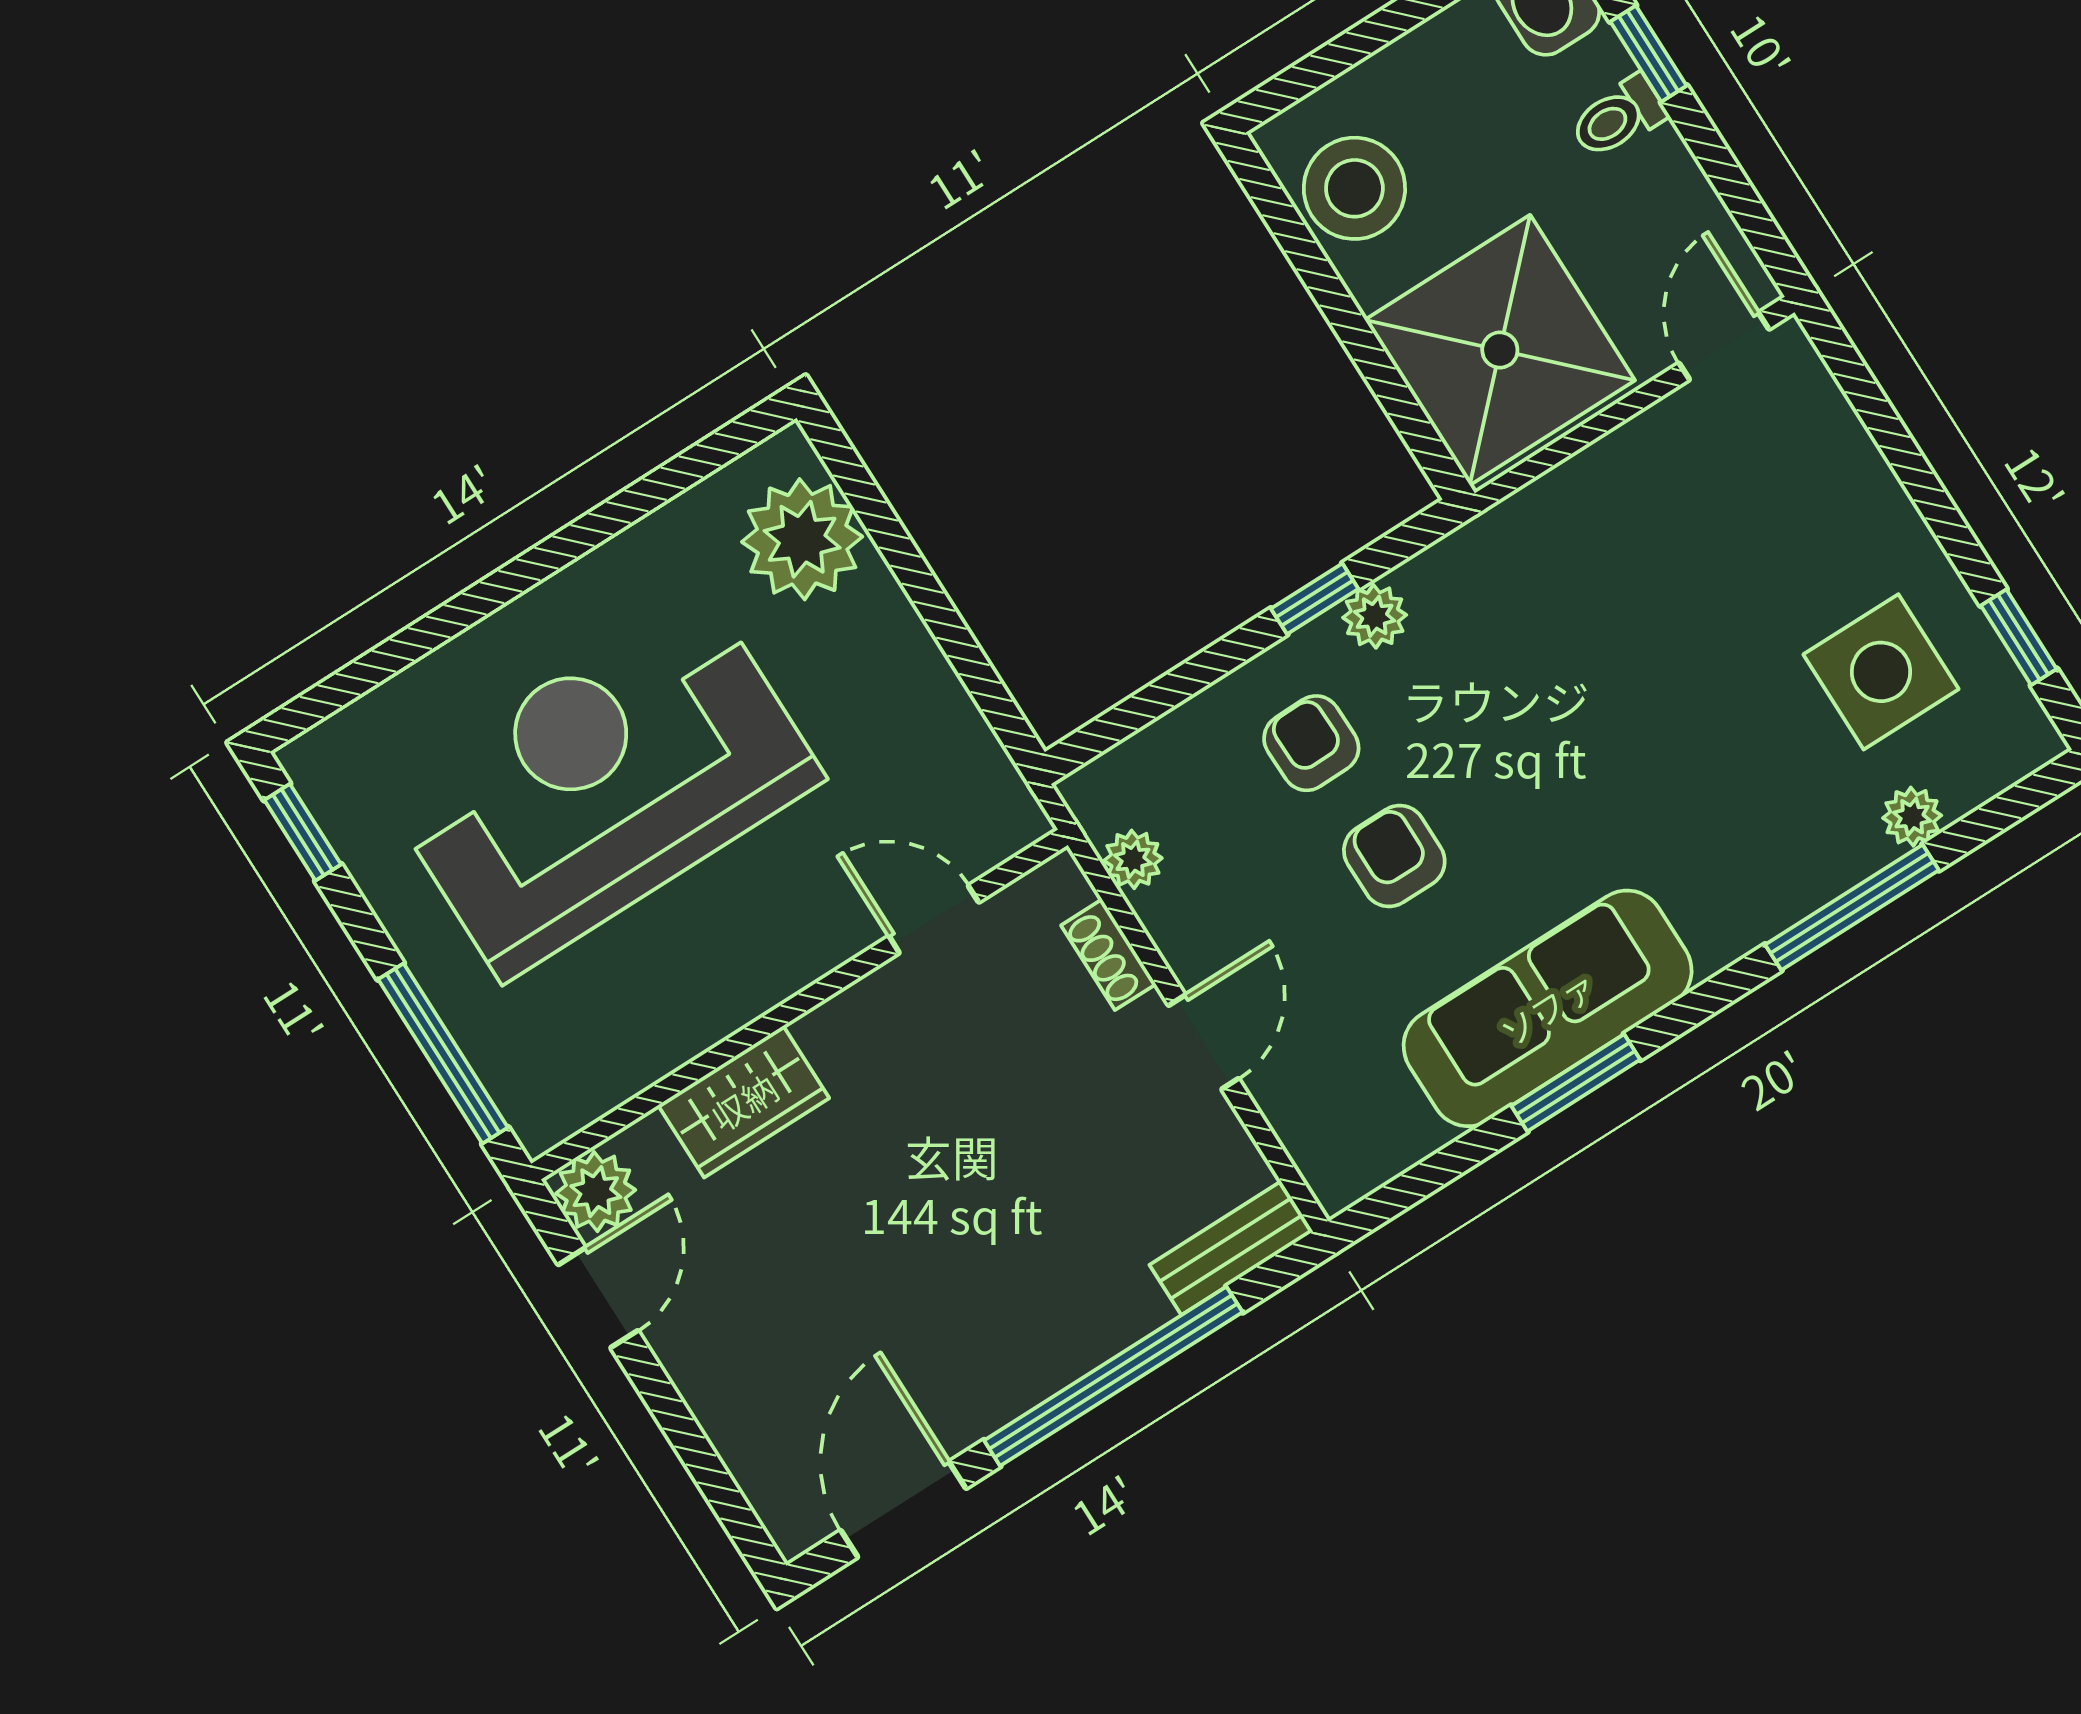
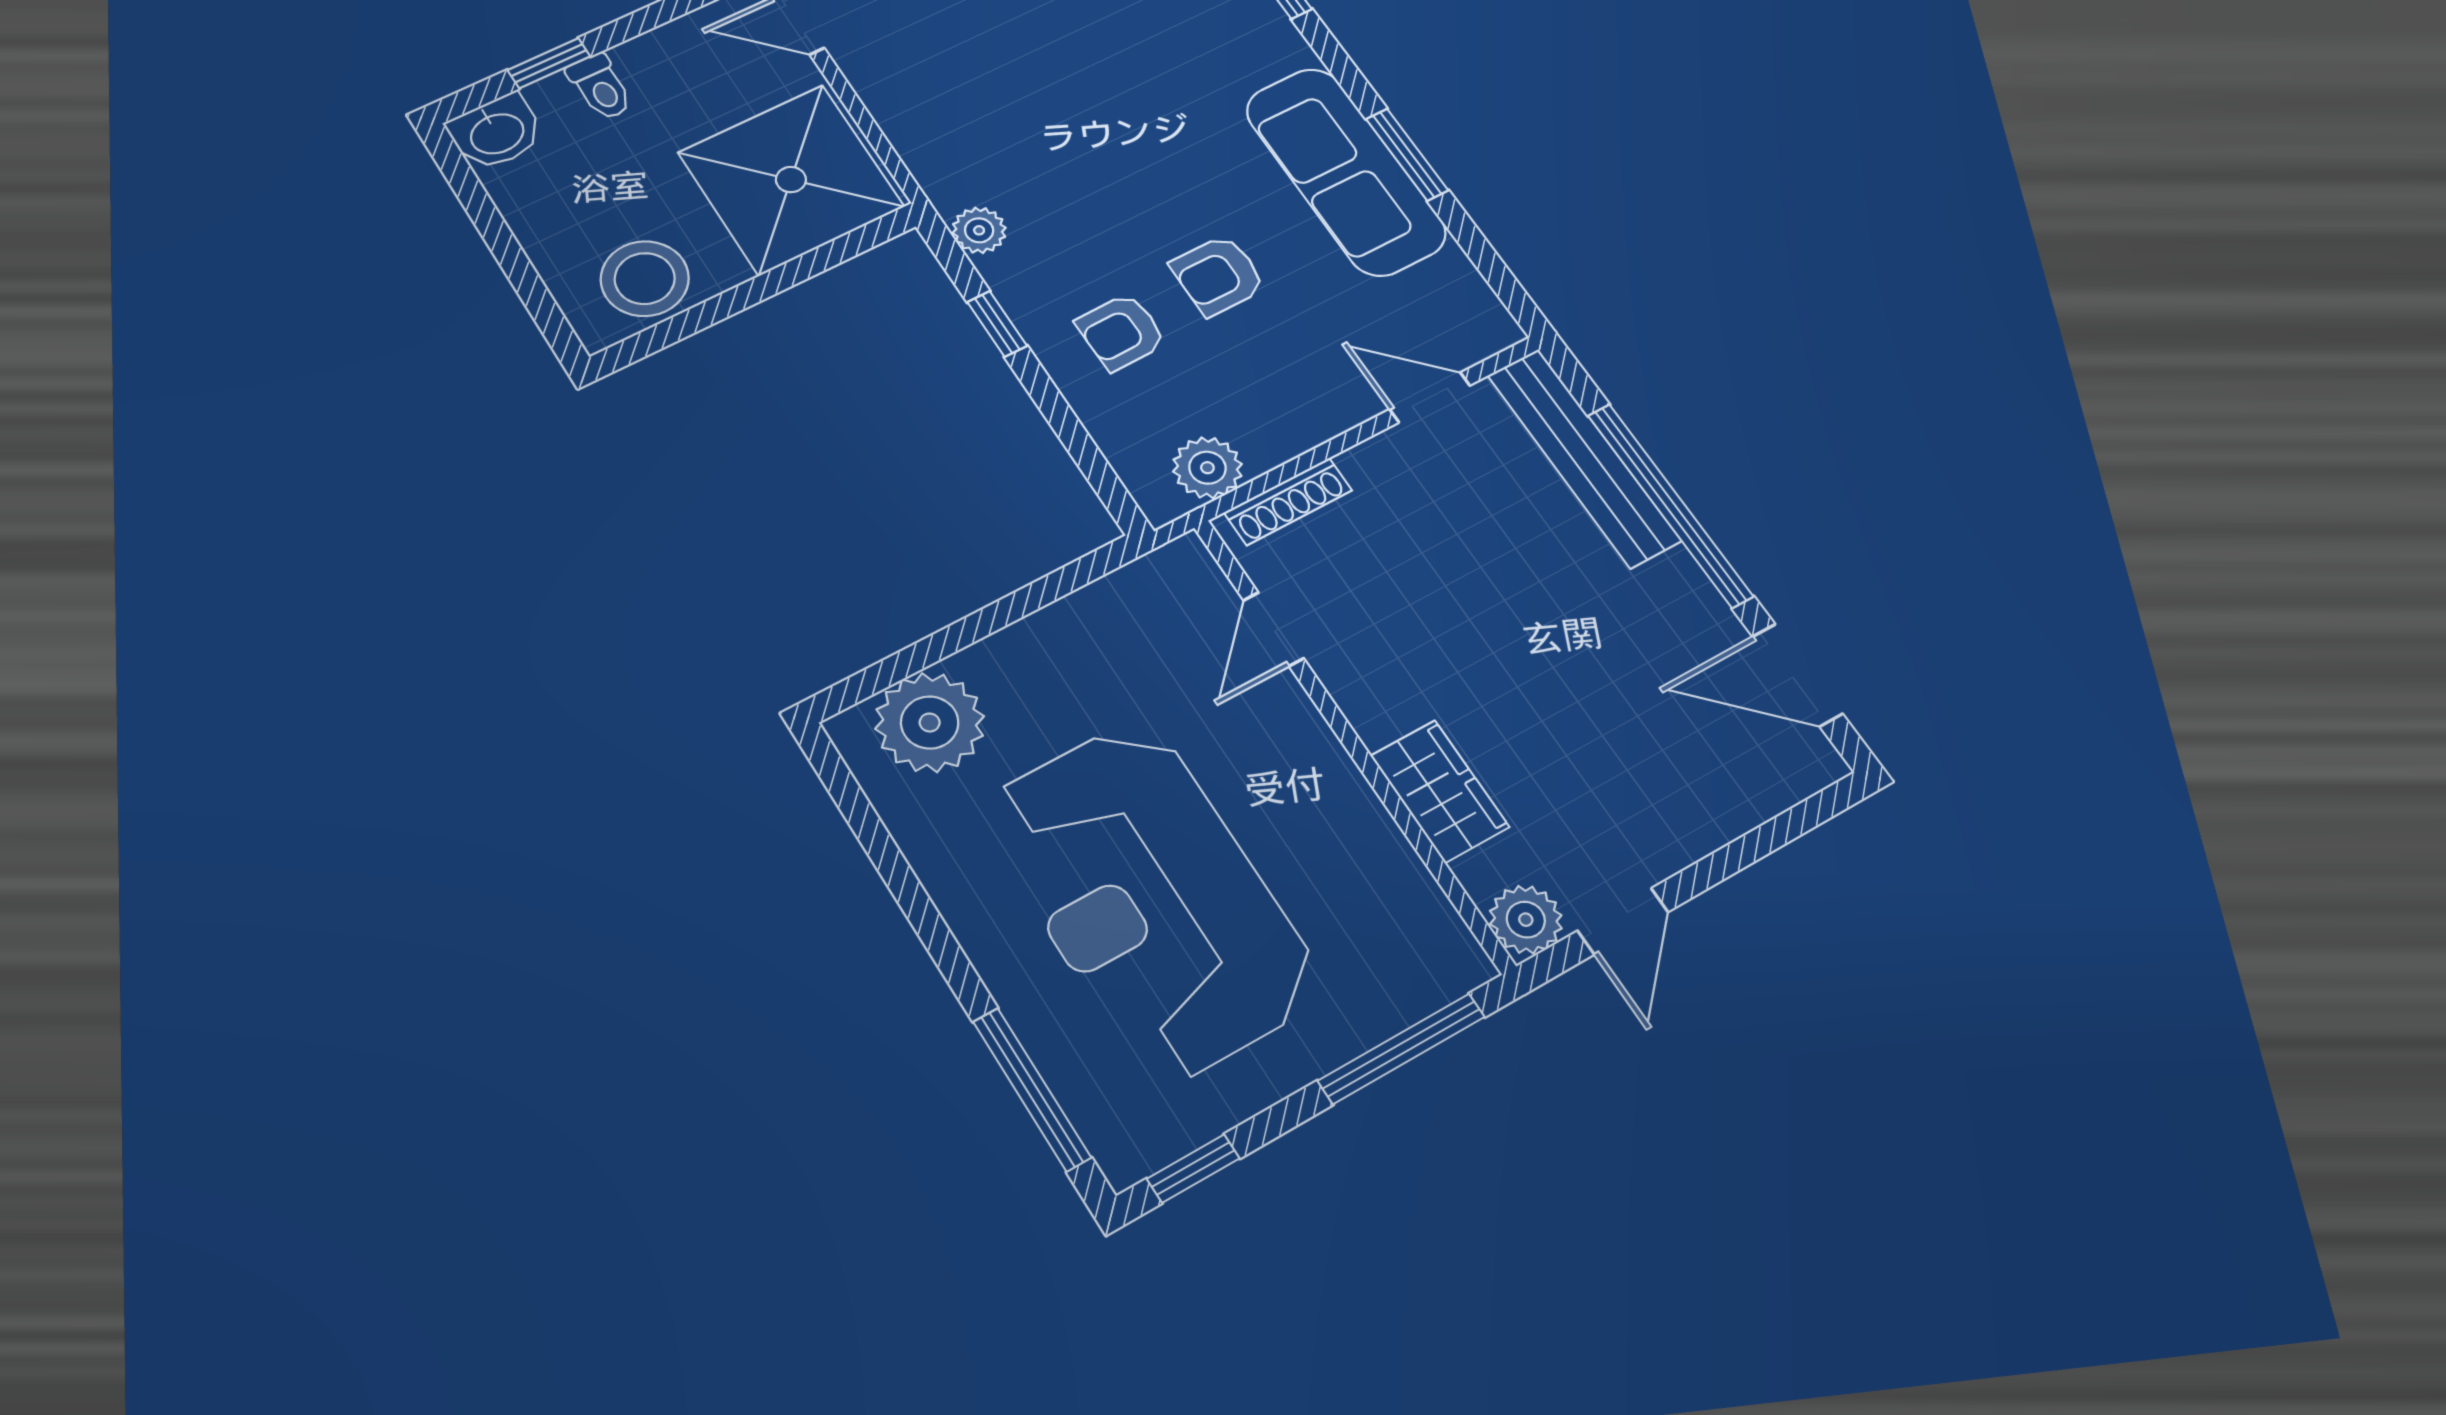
plant: (1375, 616) -> (979, 230), moved
window: (383, 662) -> (1032, 1089), added
plant: (1133, 859) -> (1207, 468), width x1.38, depth x1.38
shoe rack: (1109, 955) -> (1288, 501), width x1.43
door: (1204, 1042) -> (1430, 397), moved
bench: (1231, 1248) -> (1584, 458), width x1.86, depth x1.21
door: (598, 1298) -> (1623, 921), swing flipped

